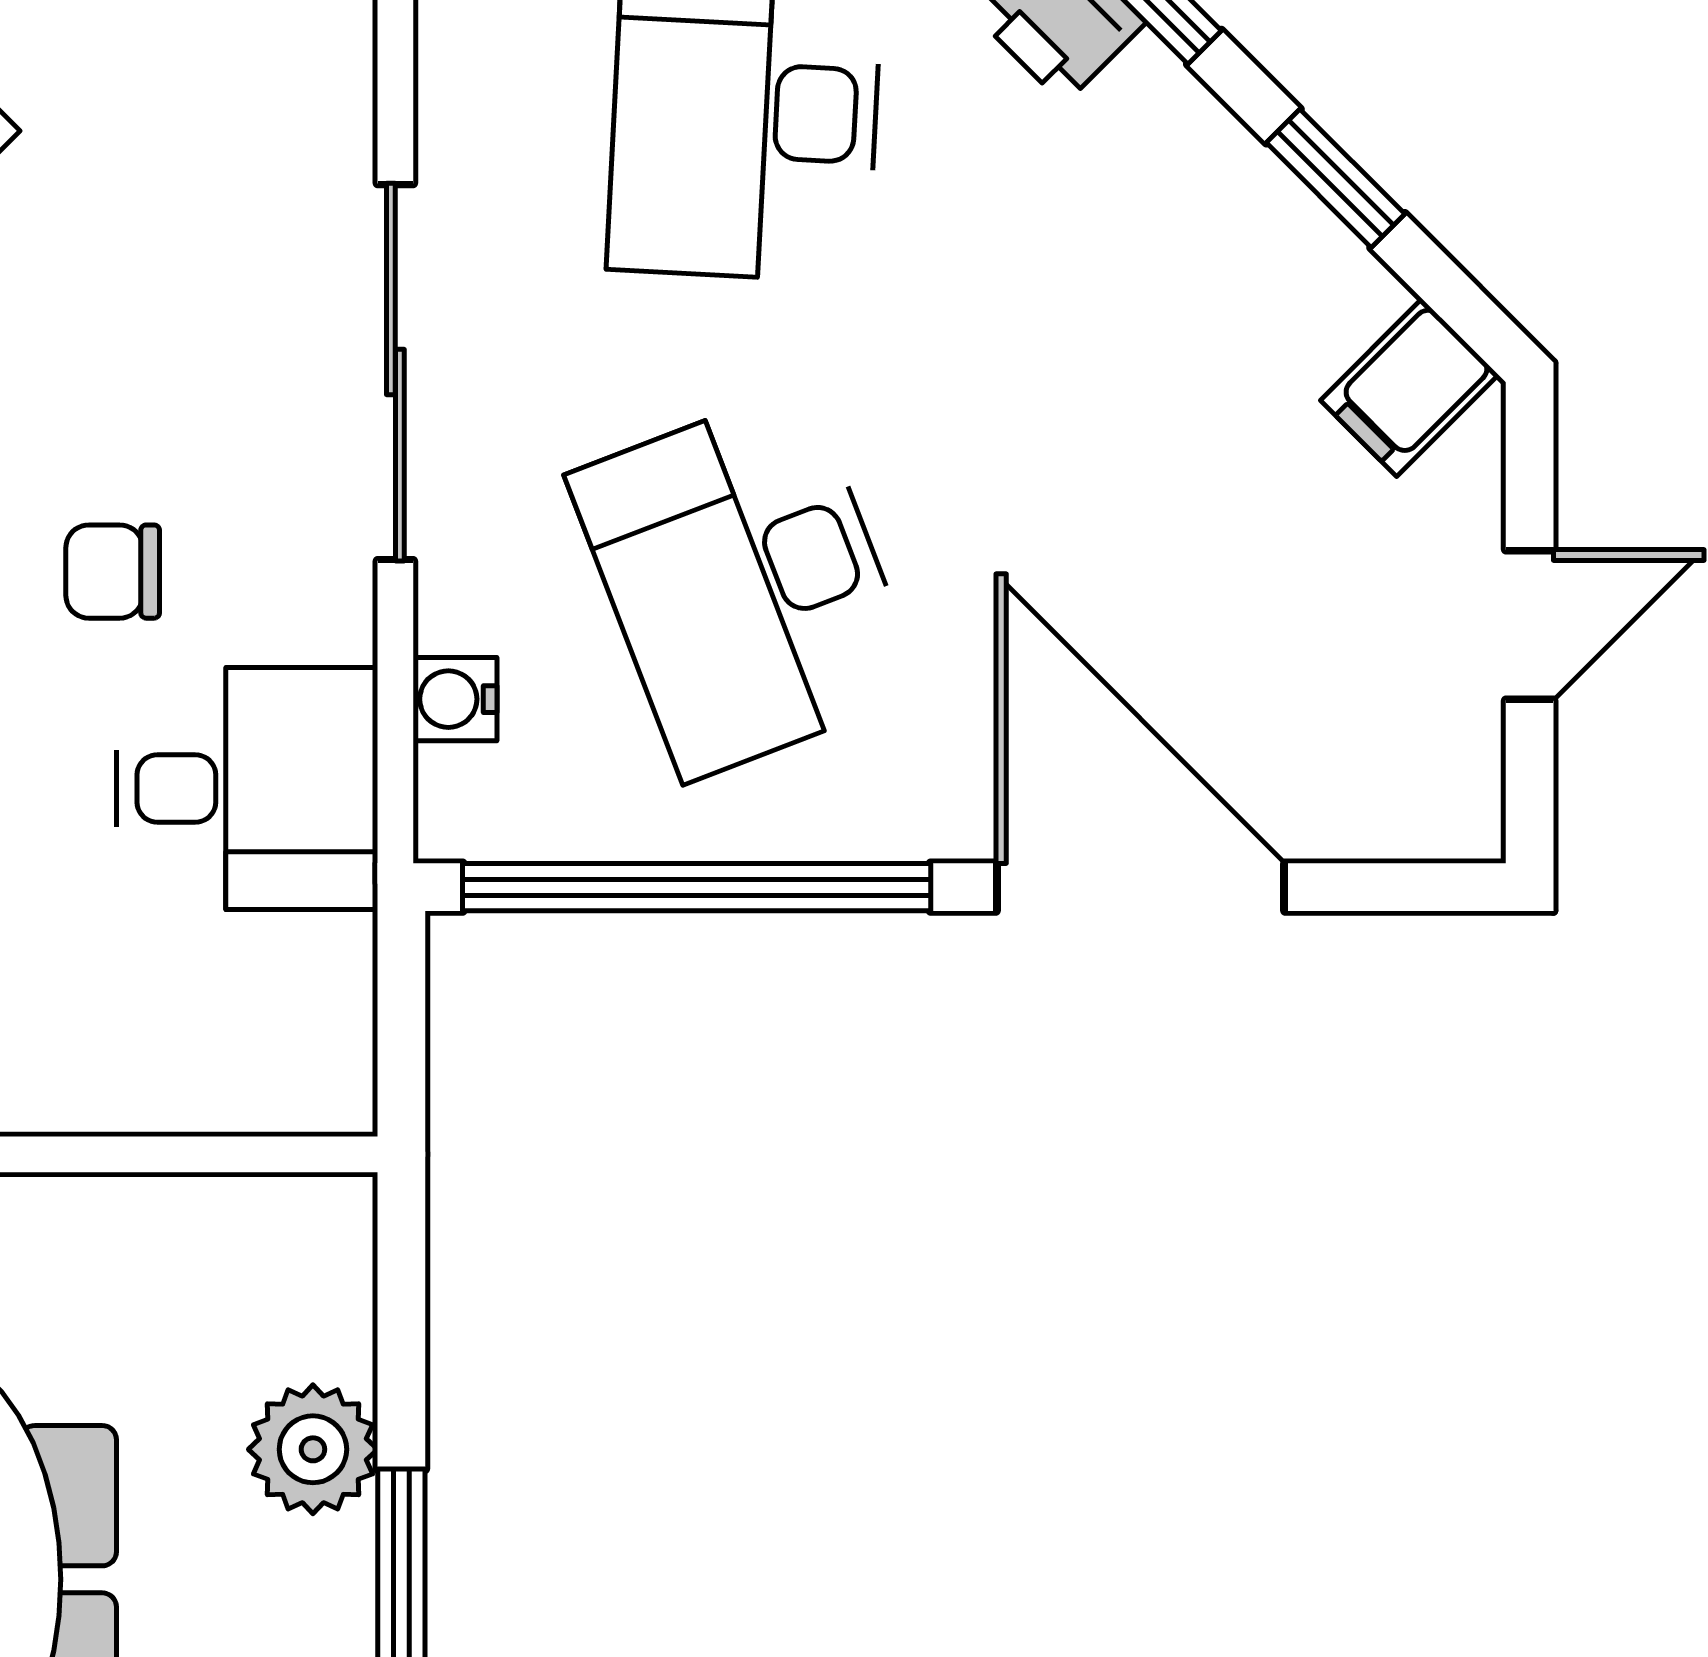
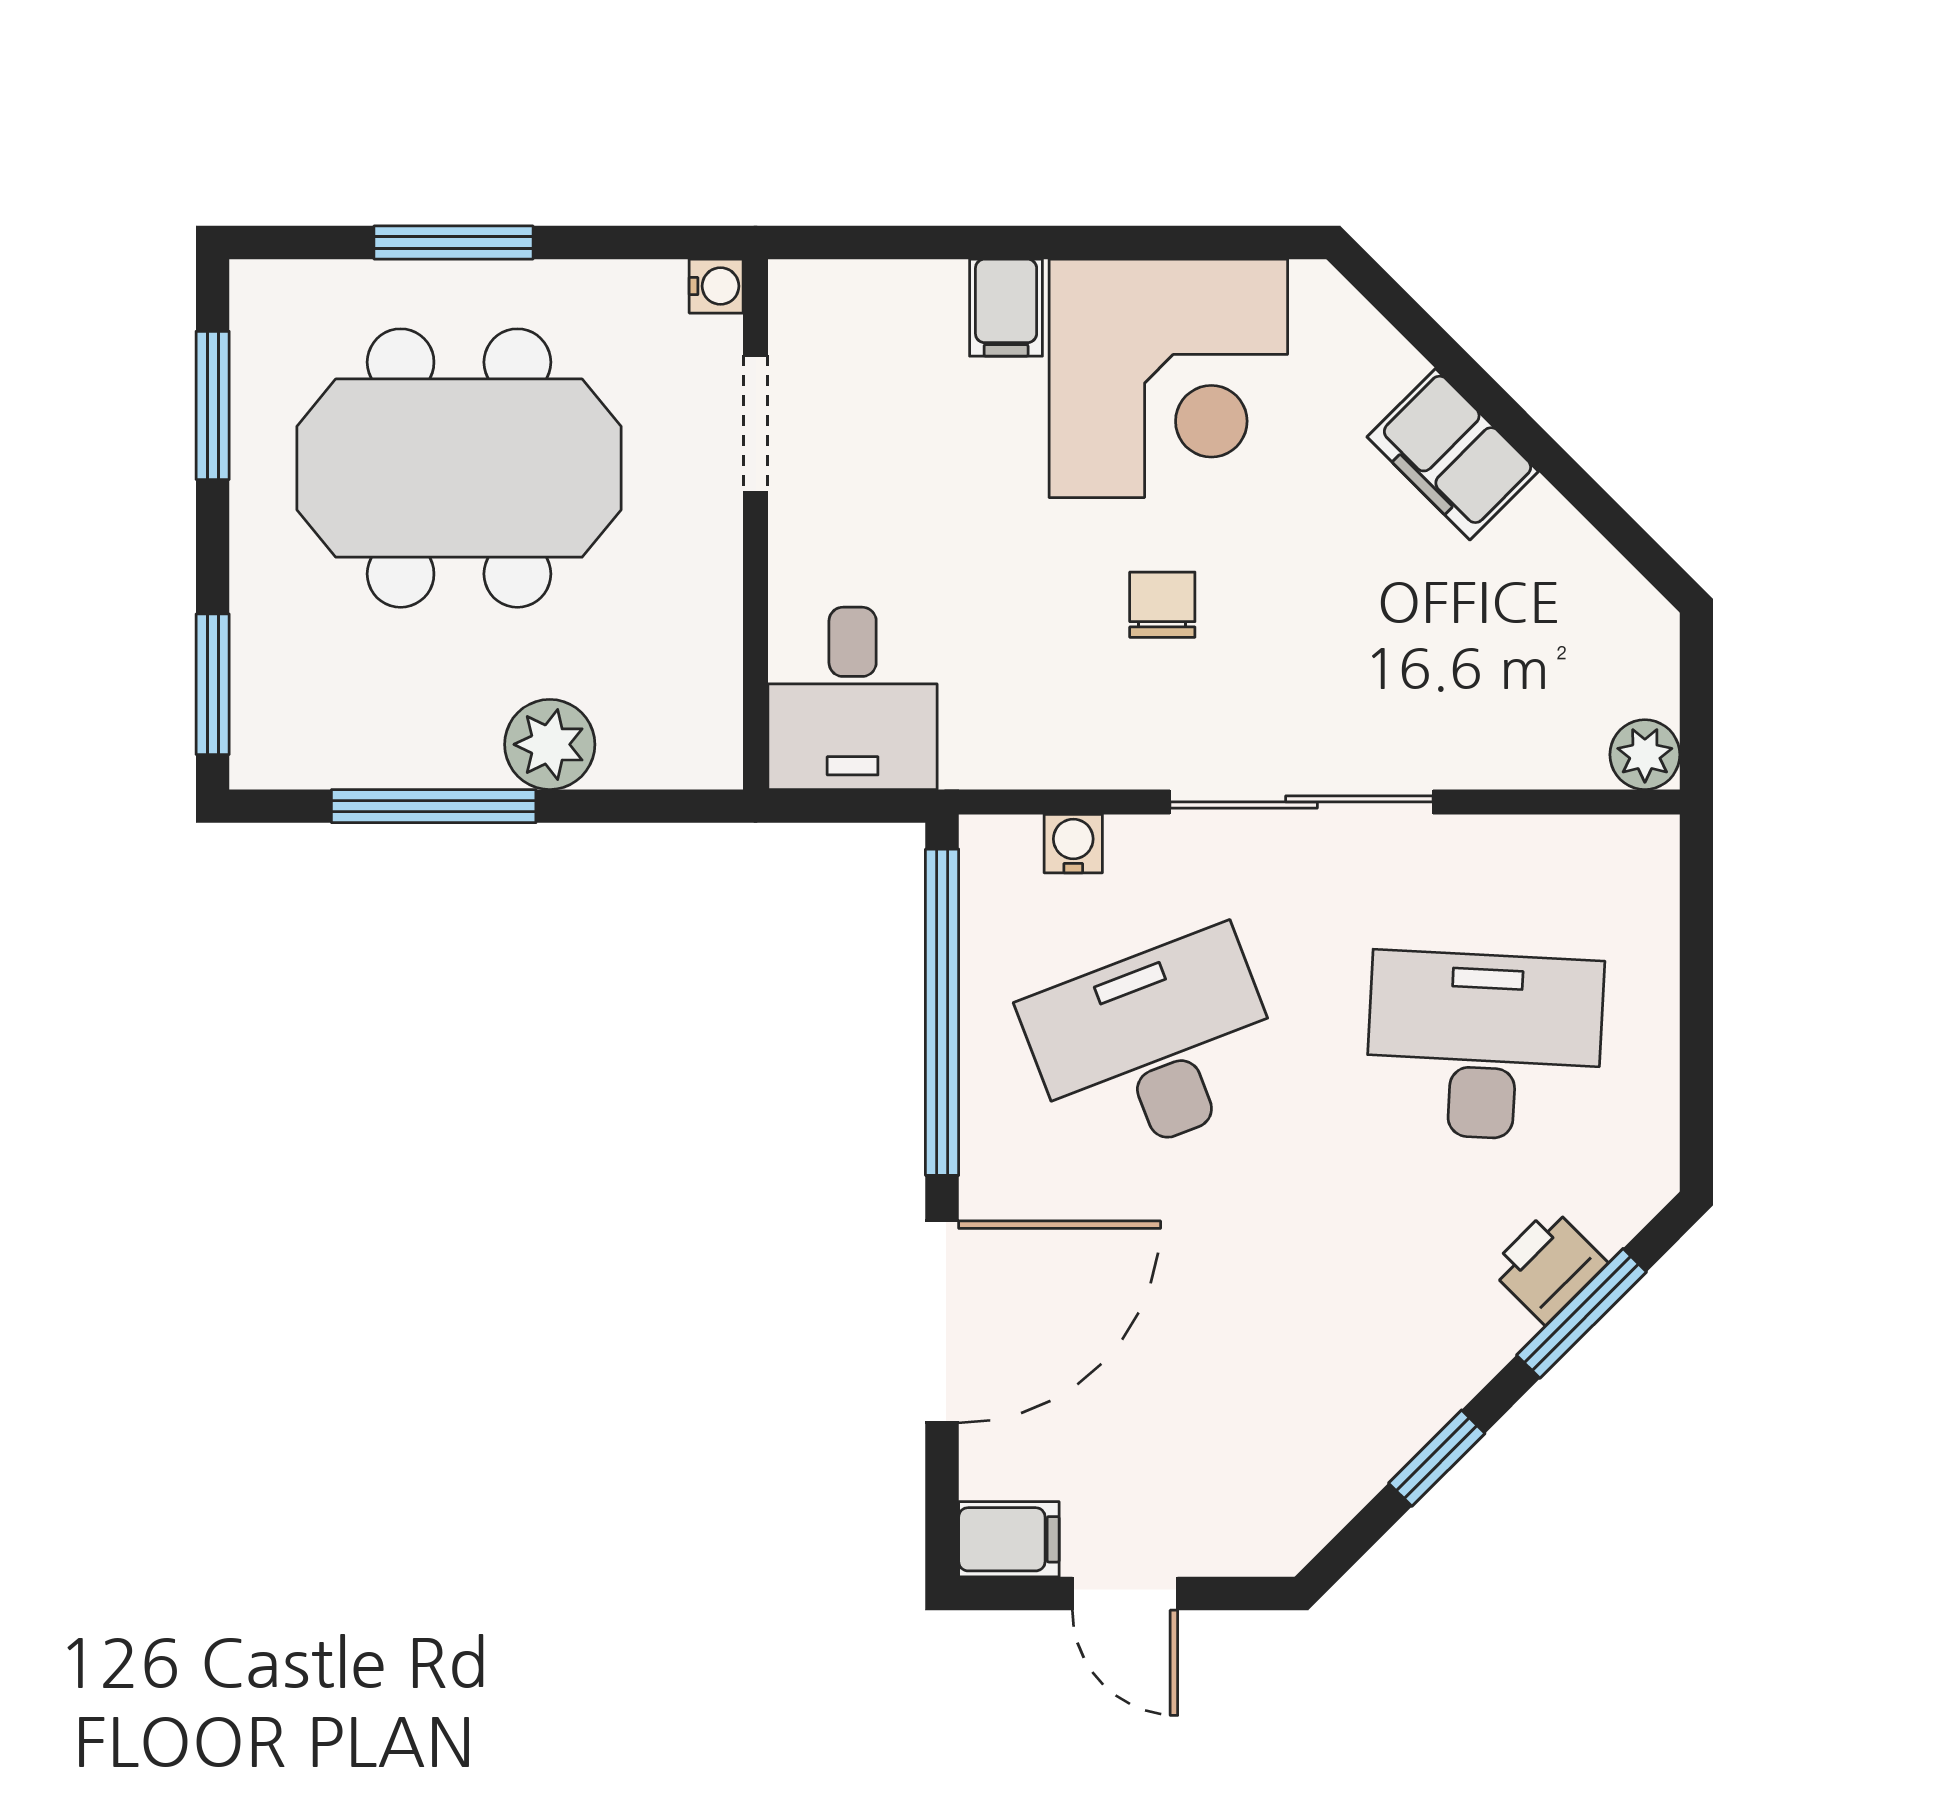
filing cabinet: (1409, 388) -> (1009, 1539), moved, turned 135
desk: (247, 788) -> (853, 698), moved

